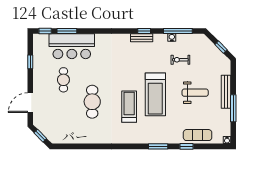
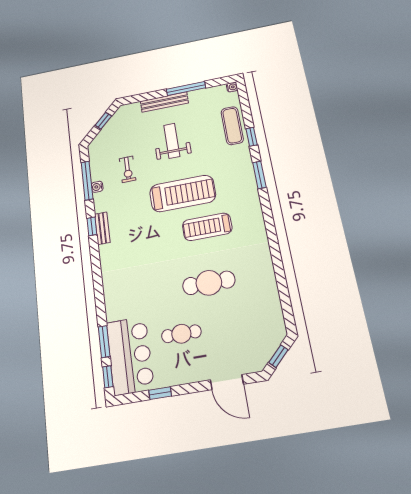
bar counter: (72, 46) -> (130, 356), moved

